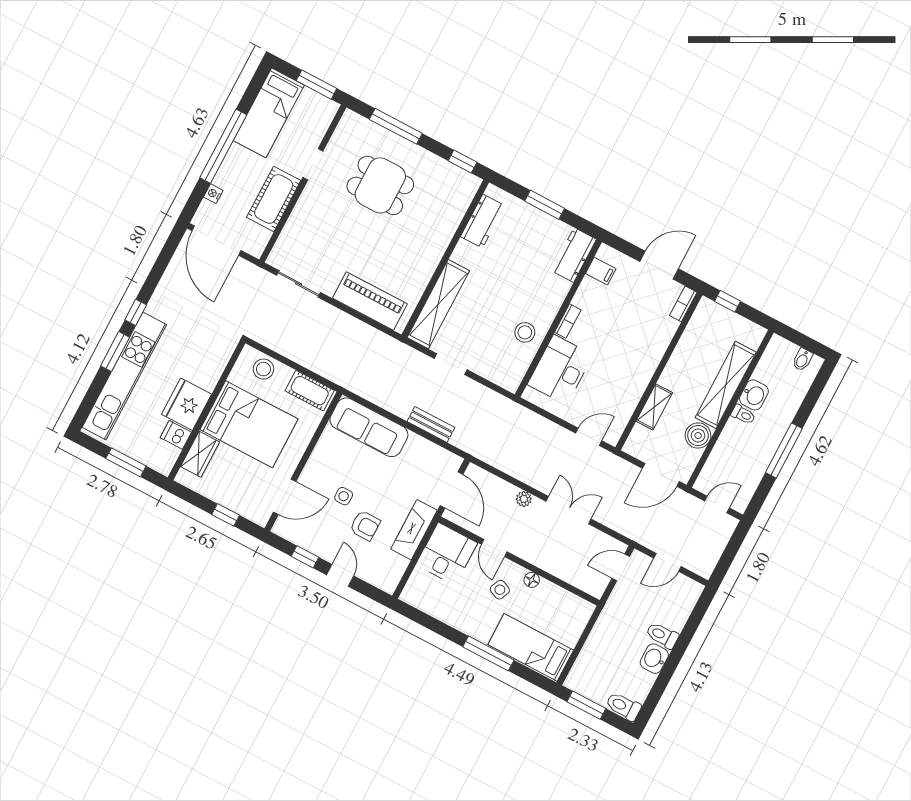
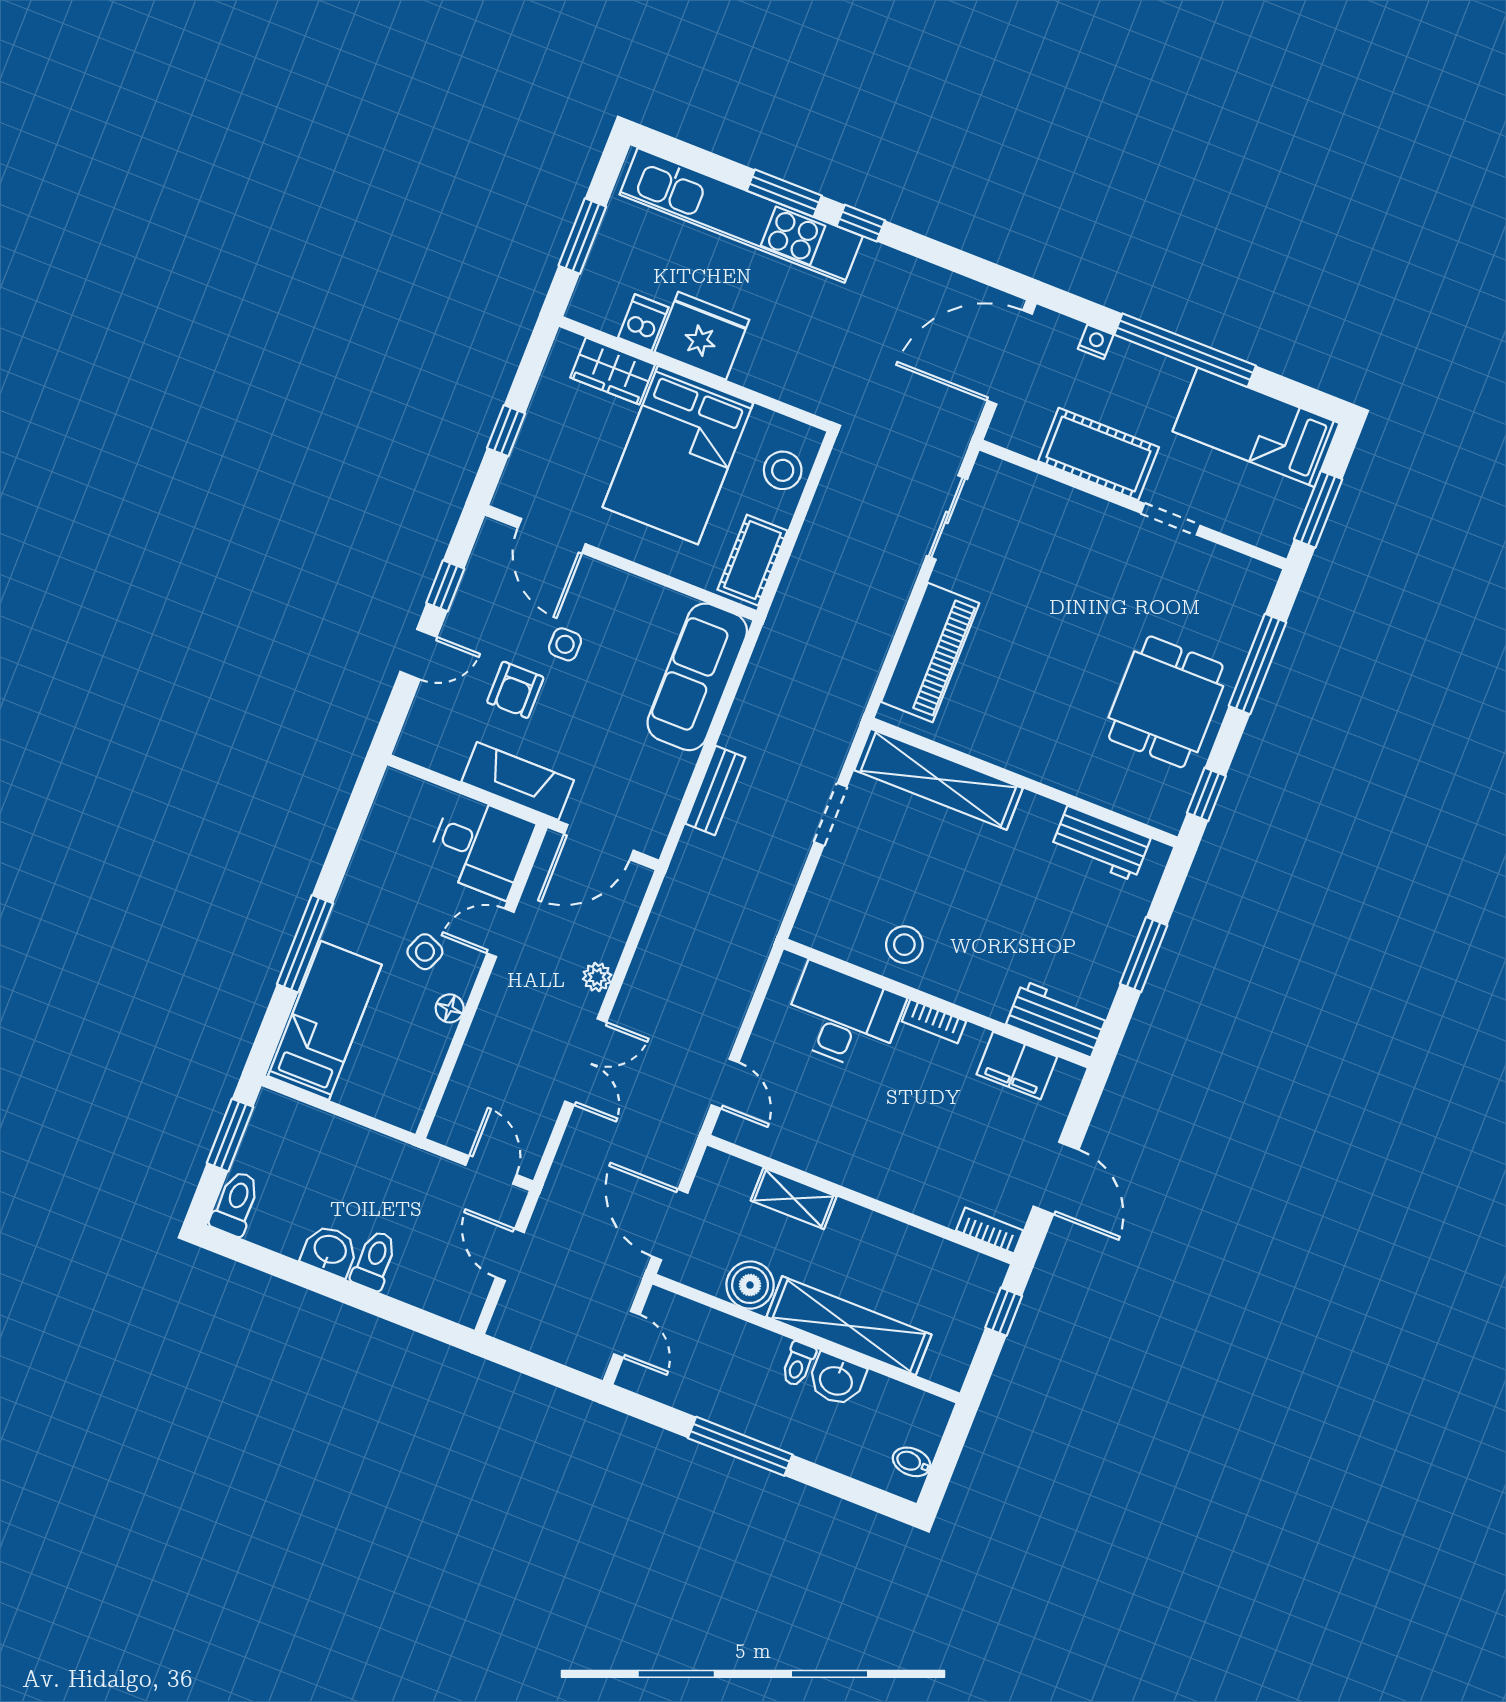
dining table: (380, 185) -> (1166, 702), moved
filing cabinet: (601, 271) -> (1017, 1066), width x2.00

